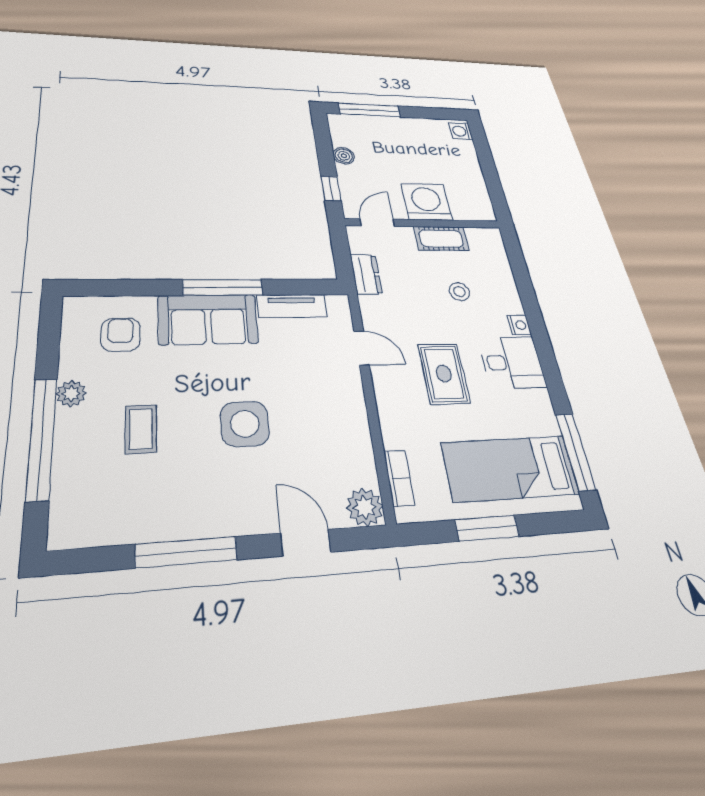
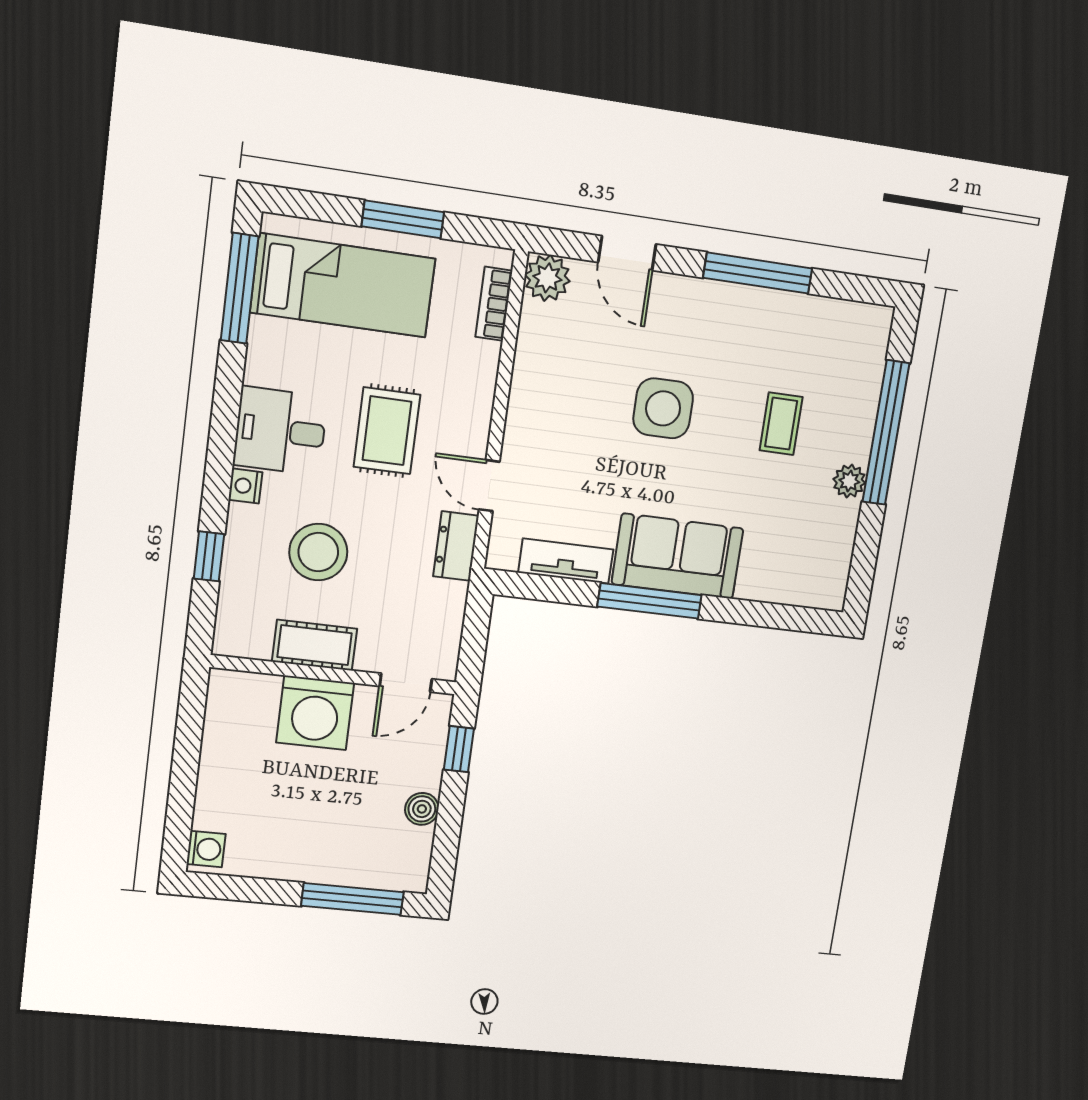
dresser: (366, 274) -> (456, 546), moved
window: (523, 281) -> (209, 556), added
stool: (459, 292) -> (318, 552), width x1.89, depth x1.89
armchair: (120, 335) -> (785, 550), removed

